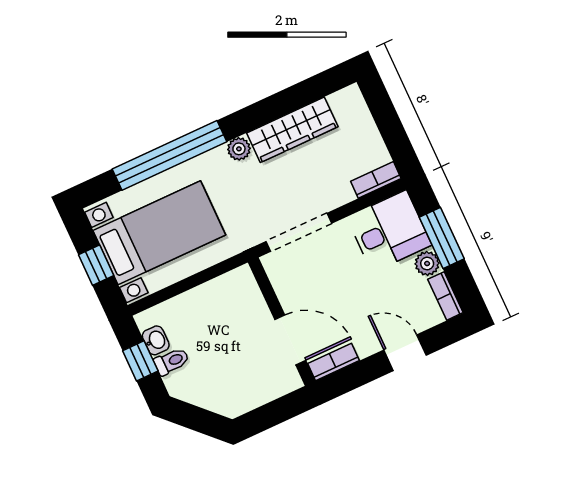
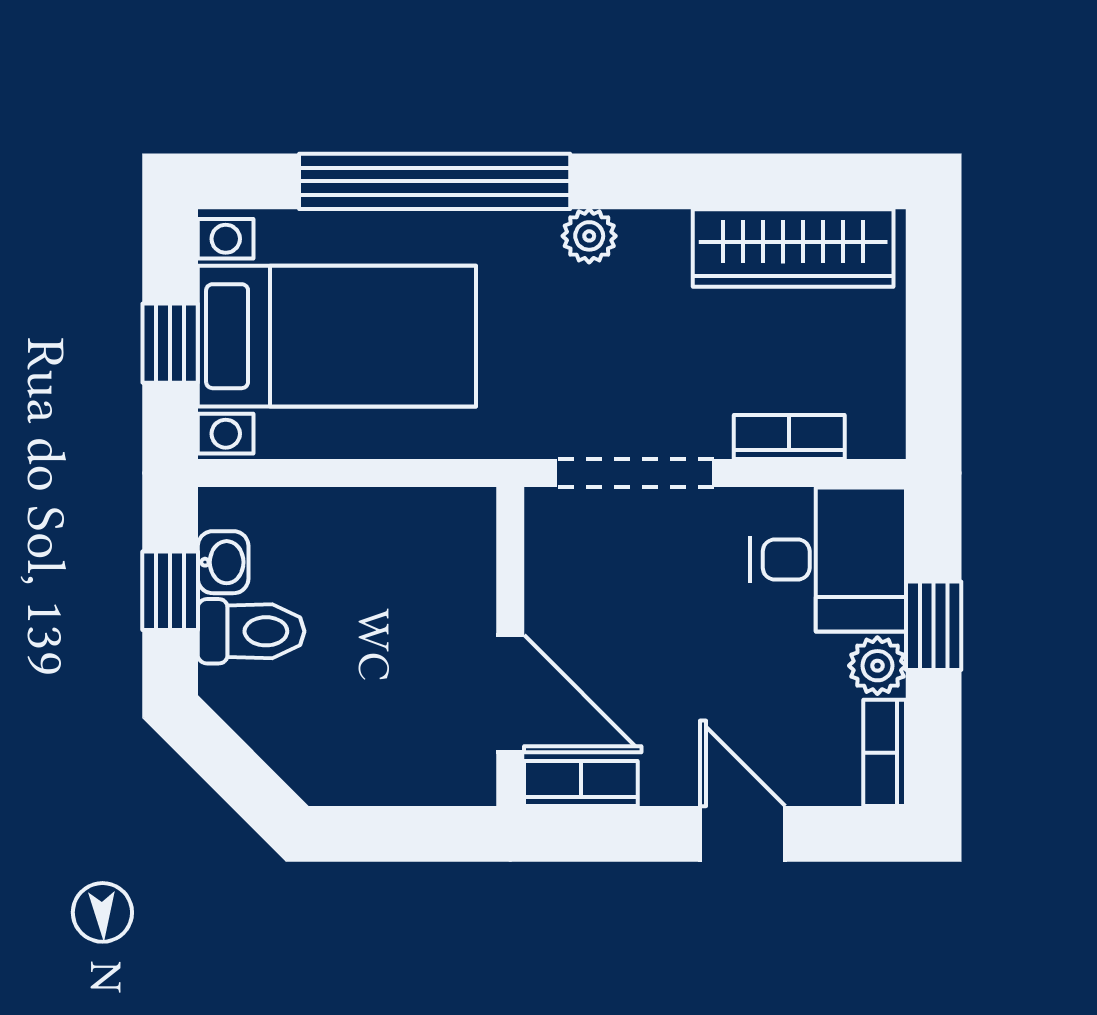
wardrobe: (292, 130) -> (793, 248), moved
bookcase: (376, 180) -> (789, 437), moved
window: (442, 238) -> (934, 626), width x0.67
toilet: (172, 361) -> (251, 631), width x1.37, depth x1.39

